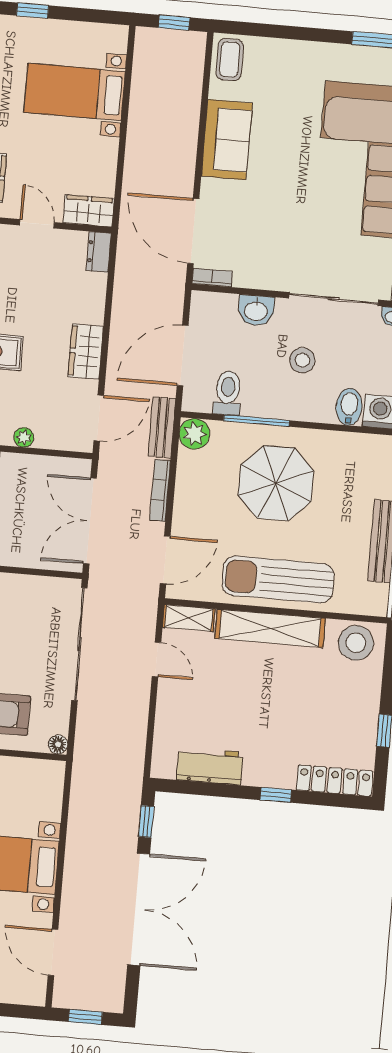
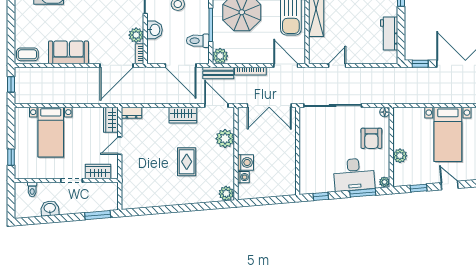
plant: (249, 274) -> (136, 35), added
plant: (24, 437) -> (225, 139), width x1.88, depth x1.88
shelving: (189, 618) -> (314, 51), removed

